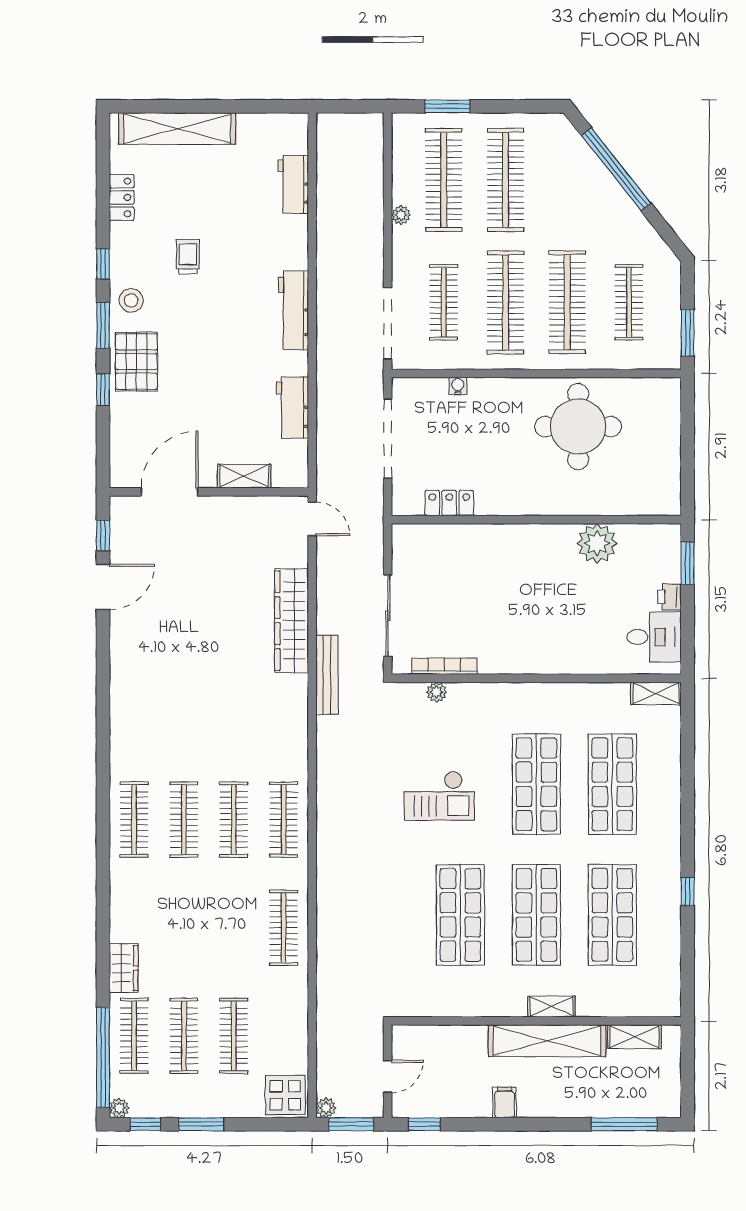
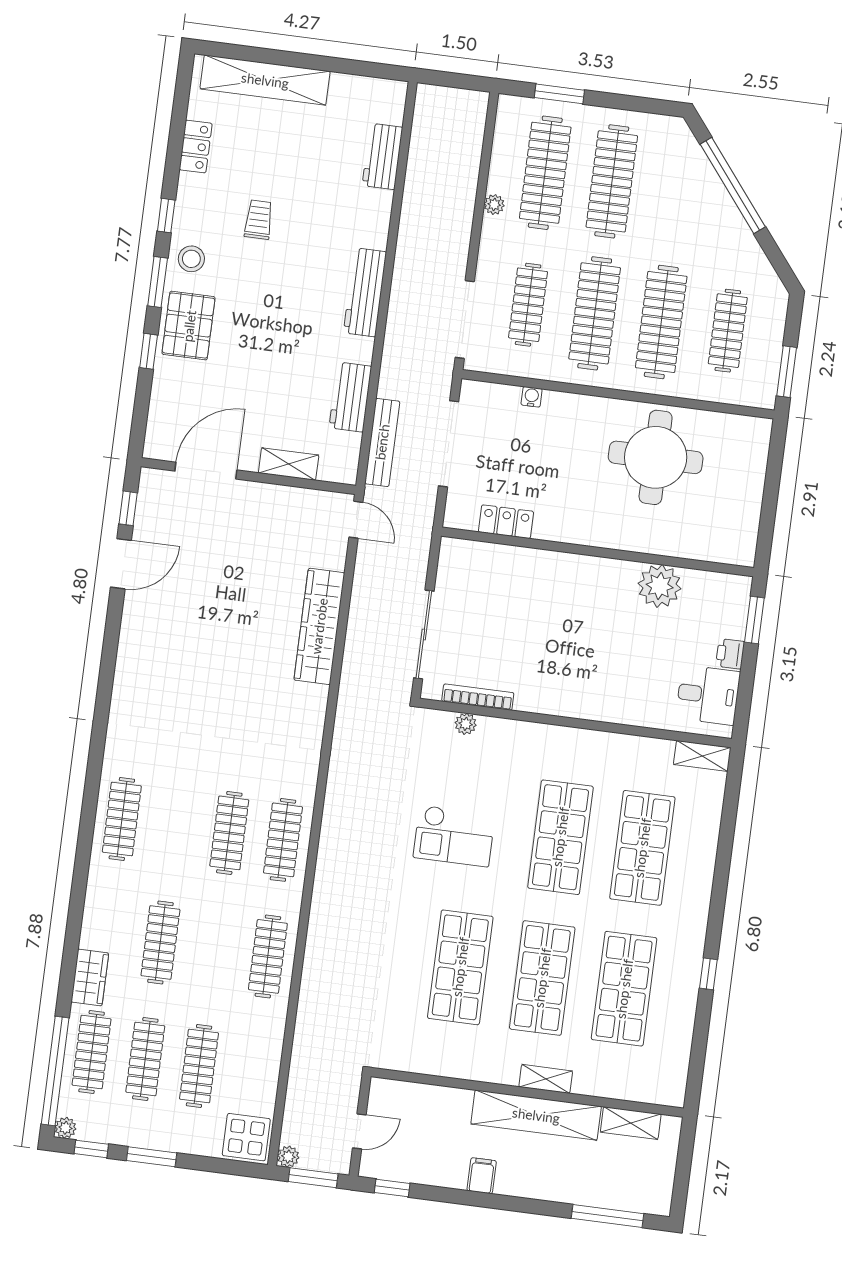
bench: (327, 675) -> (382, 442), moved
clothes rail: (184, 820) -> (160, 942), moved

